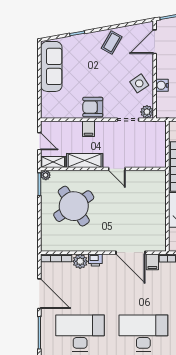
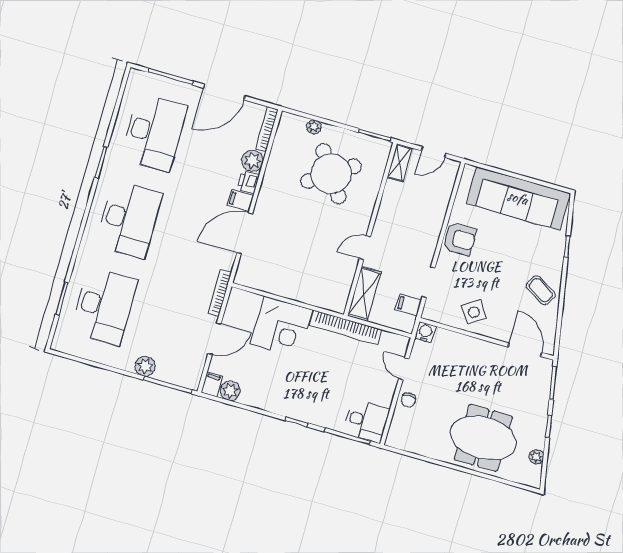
sofa: (51, 66) -> (518, 198), width x1.36, depth x1.27
water cooler: (162, 85) -> (425, 332), moved
armchair: (93, 107) -> (460, 239), turned 90
plant: (147, 112) -> (432, 311), removed
filing cabinet: (88, 129) -> (408, 305), moved
shelving: (85, 160) -> (364, 294), moved
plant: (46, 175) -> (314, 127), moved
filing cabinet: (152, 262) -> (240, 200), moved

